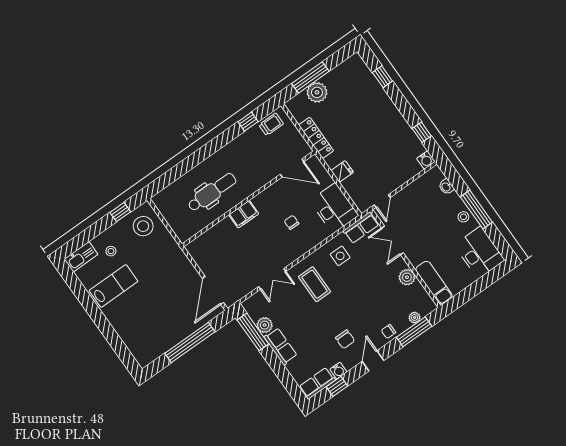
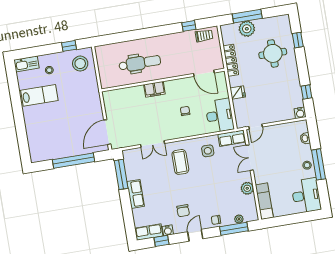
round table: (361, 106) -> (273, 53), added
plant: (265, 325) -> (132, 174), removed

